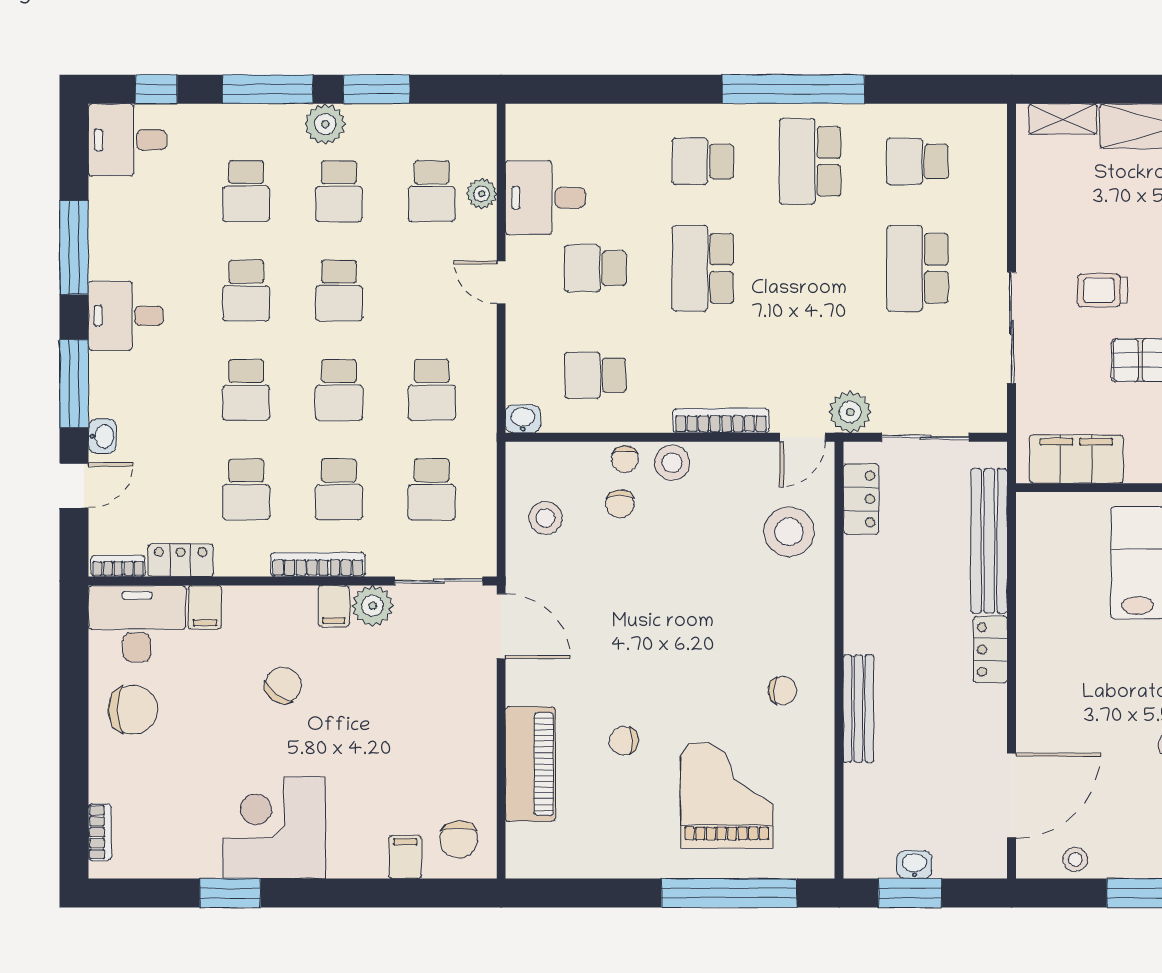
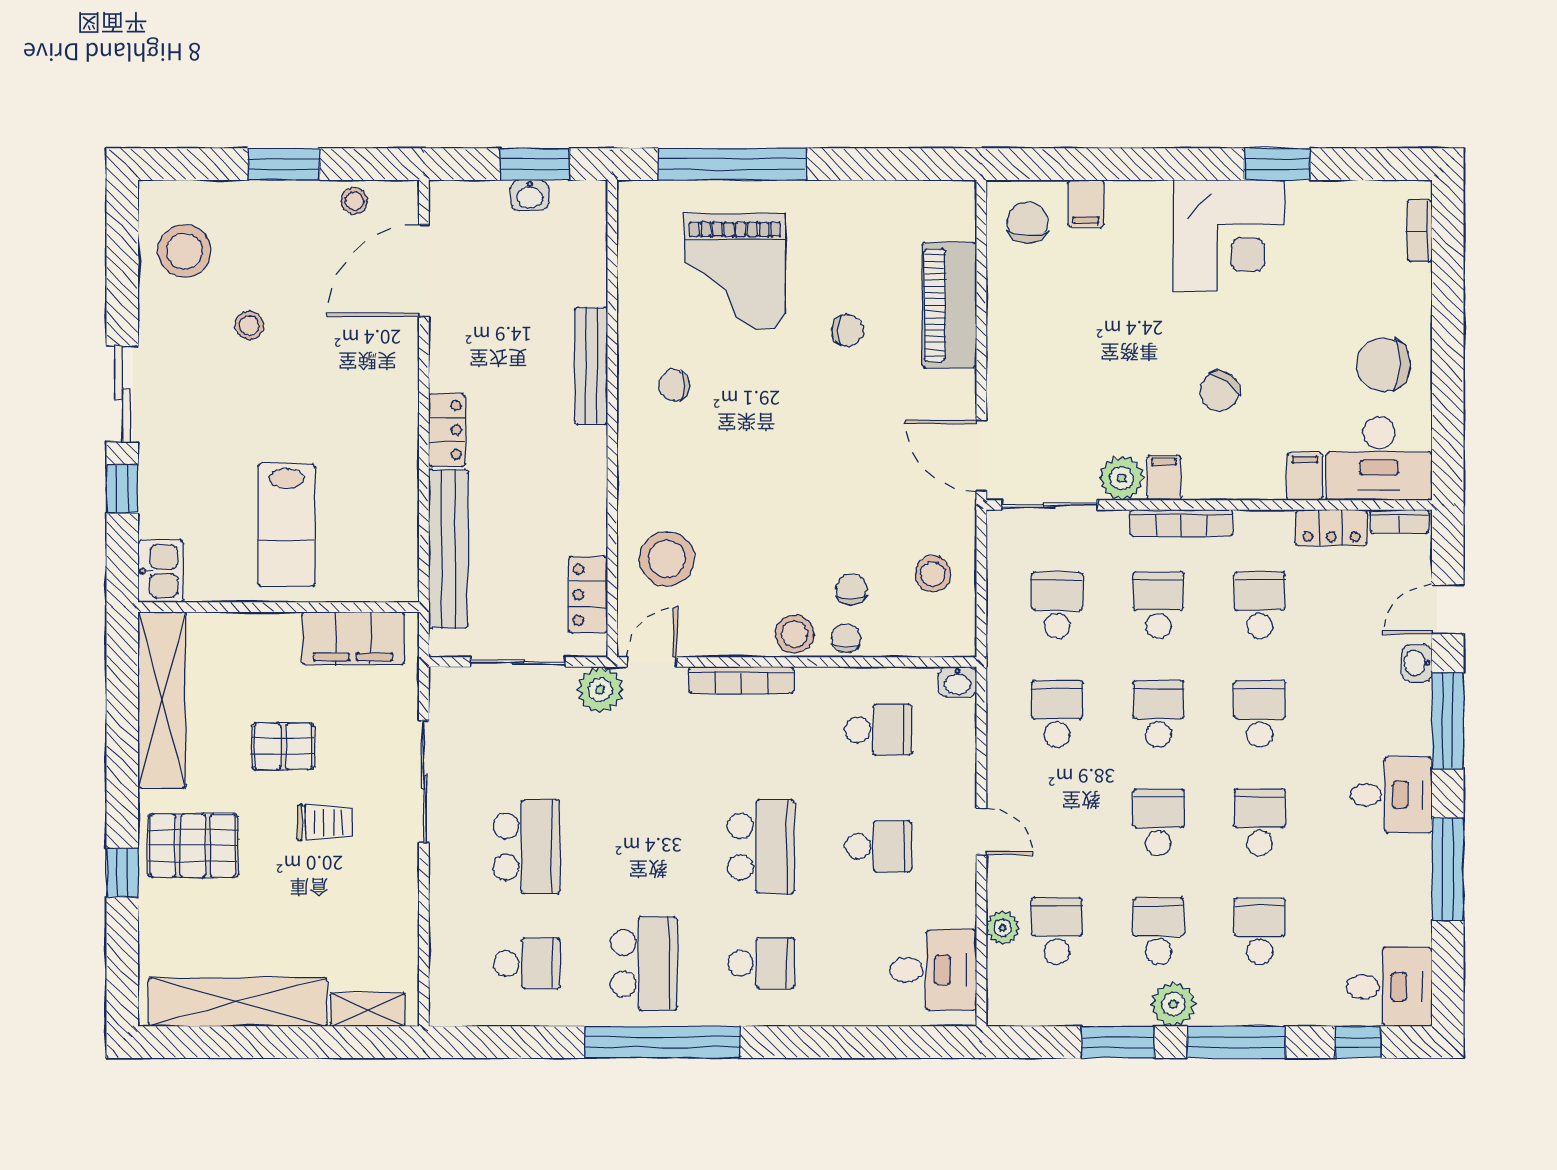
desk: (545, 198) -> (933, 970), moved

